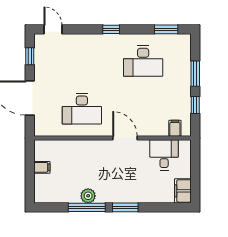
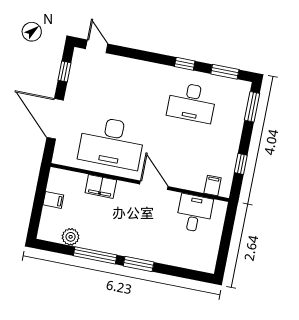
window: (111, 29) -> (185, 64), moved
window: (195, 74) -> (252, 107), moved
desk: (82, 109) -> (112, 143), width x1.36, depth x1.30
filing cabinet: (183, 191) -> (101, 186), moved, turned -90
plant: (88, 196) -> (71, 237), moved

